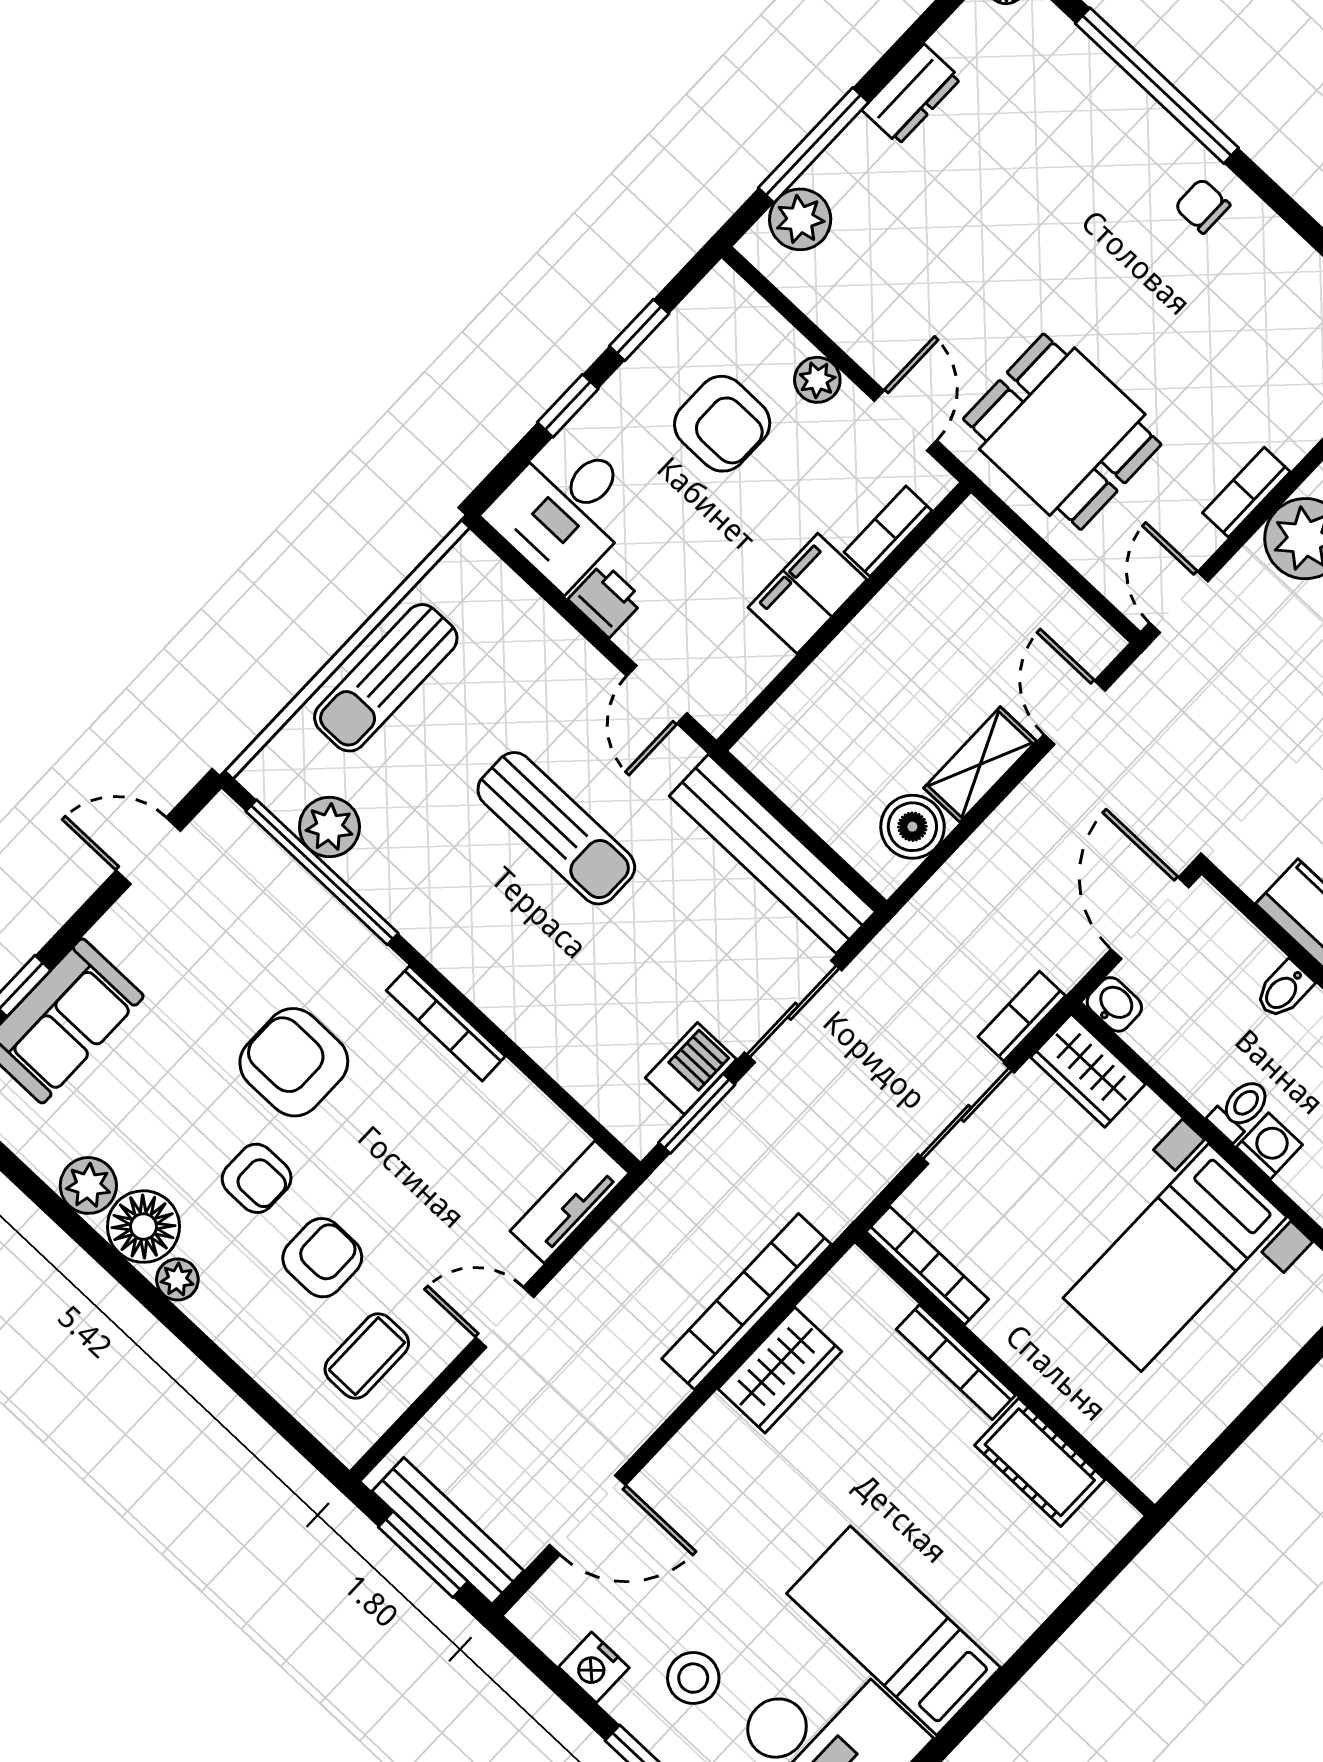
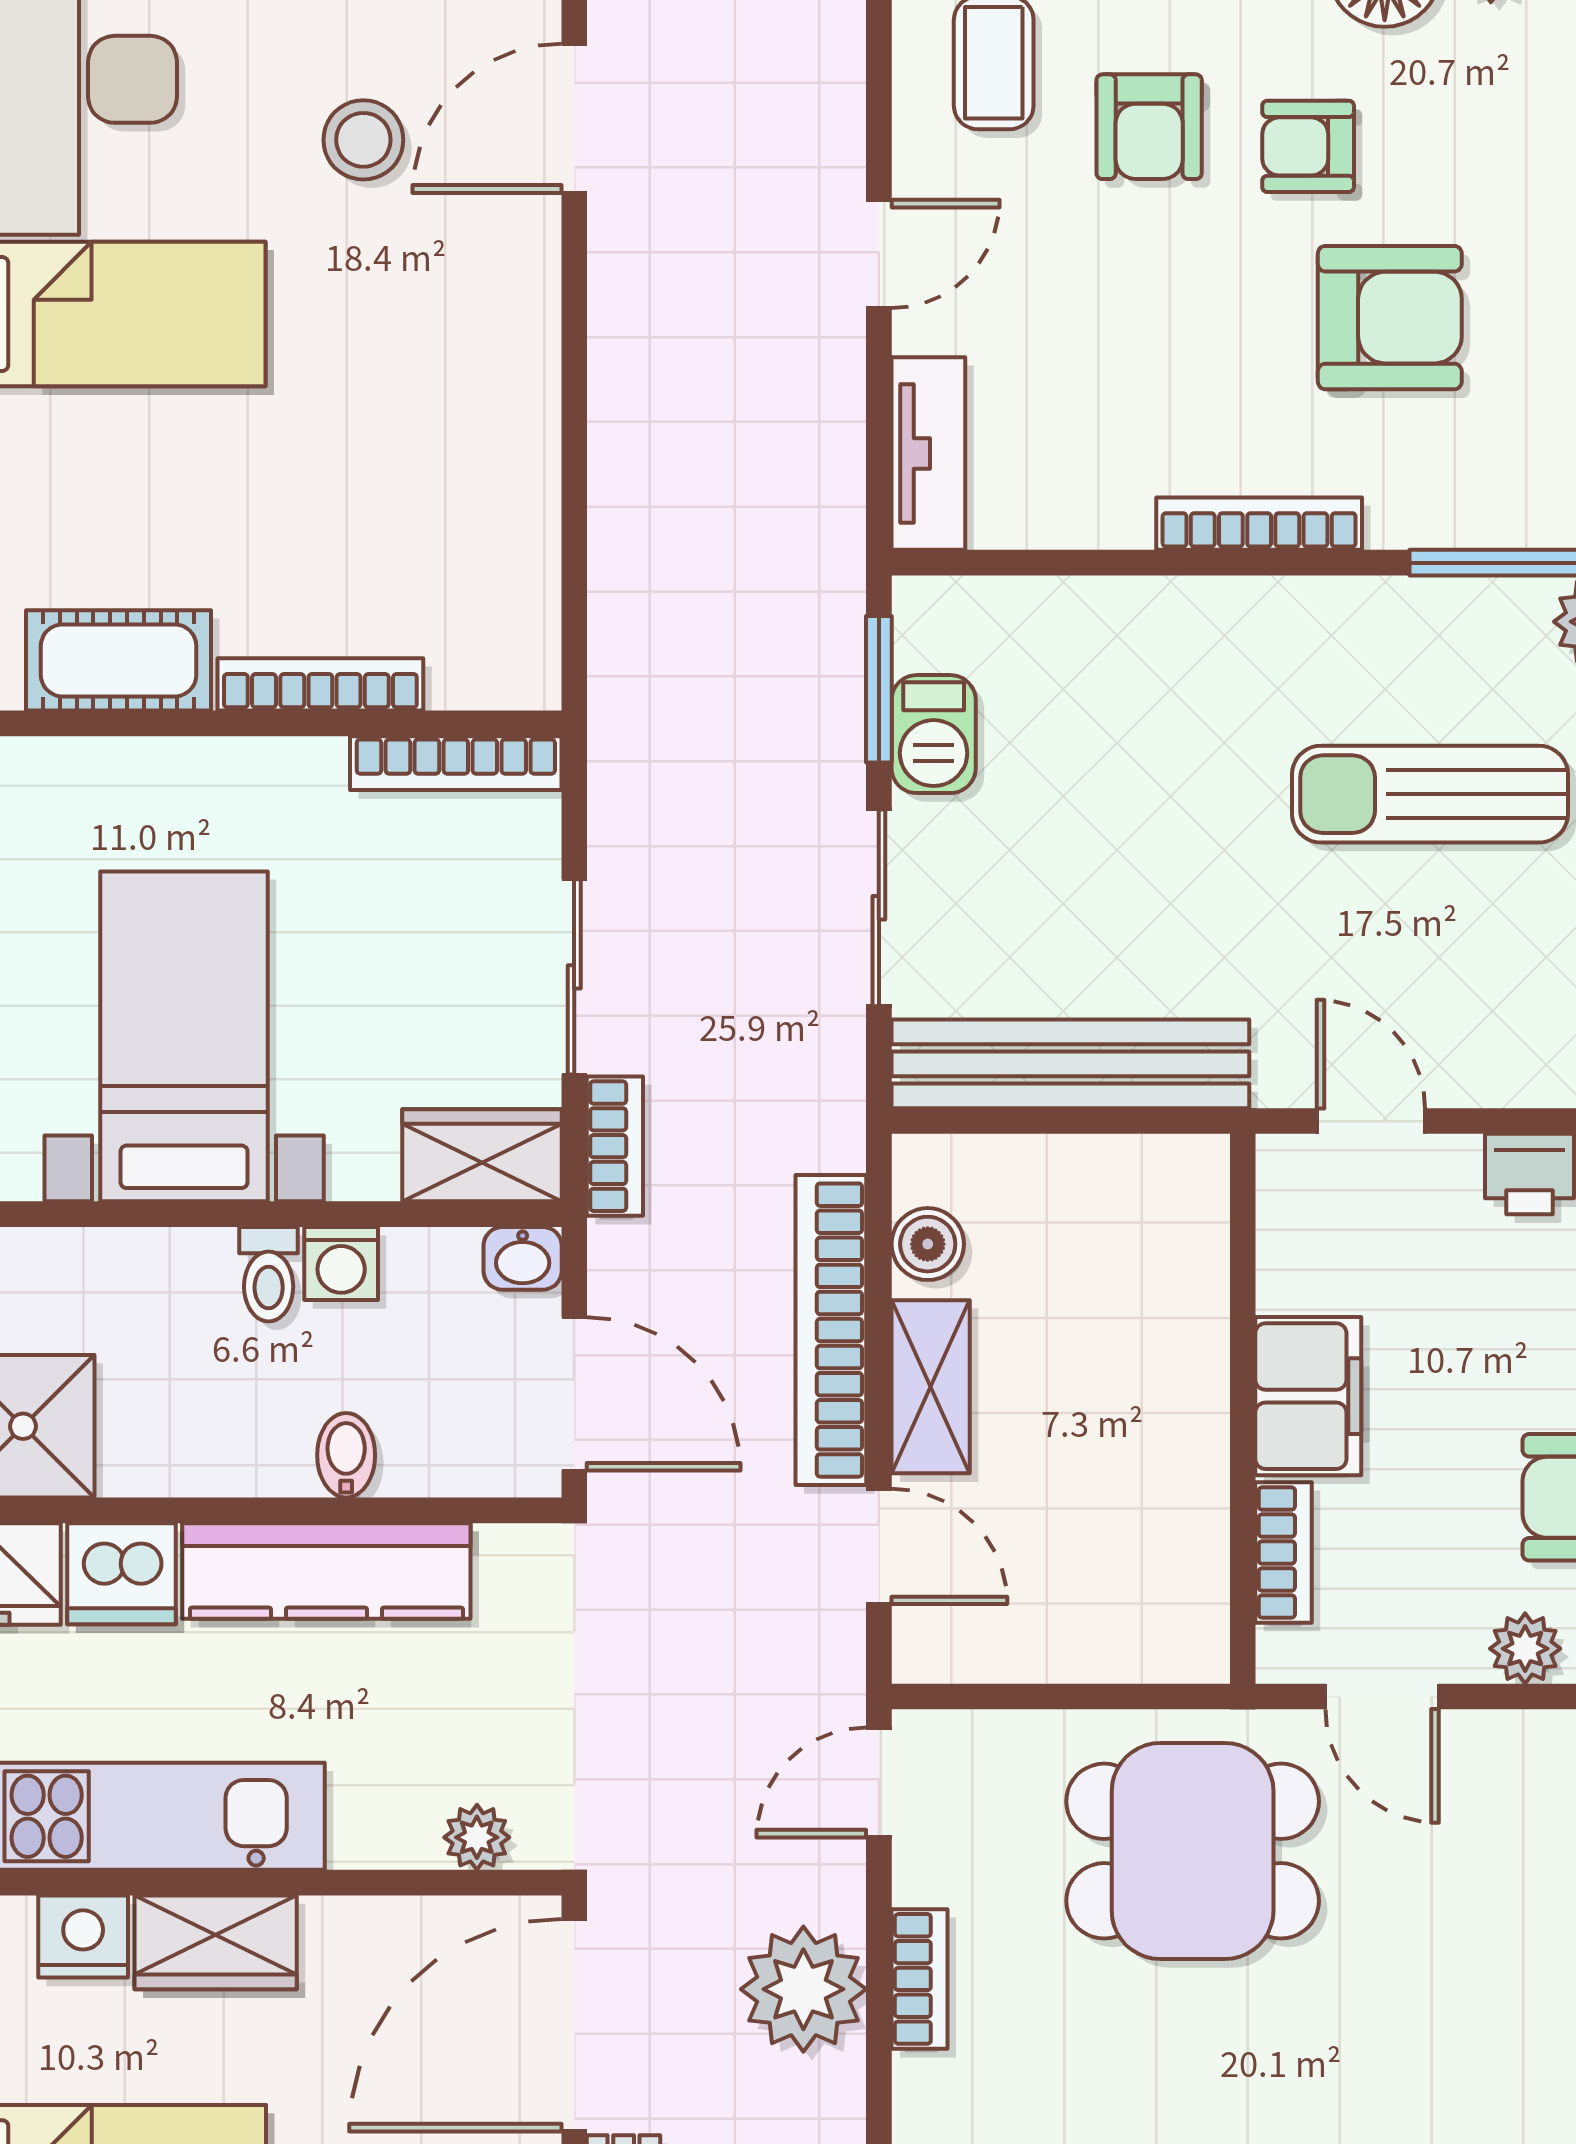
door: (1179, 602) -> (879, 1783), swing flipped
boiler: (912, 827) -> (928, 1244), width x0.73, depth x0.73
sun lounger: (556, 828) -> (1430, 794), moved
washing machine: (1269, 1146) -> (341, 1264), moved
bookcase: (746, 1302) -> (831, 1330), moved, turned 180
wardrobe: (780, 1370) -> (511, 488), removed
stool: (693, 1678) -> (363, 140), moved

